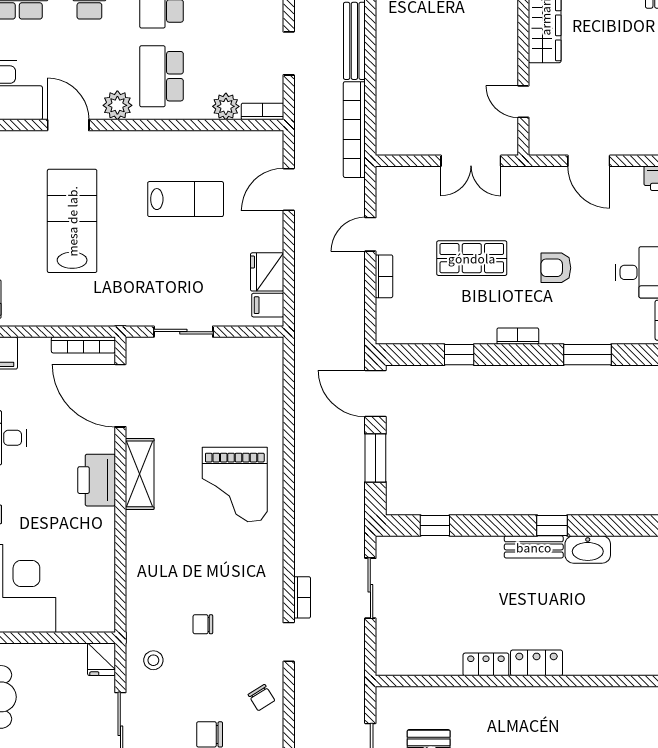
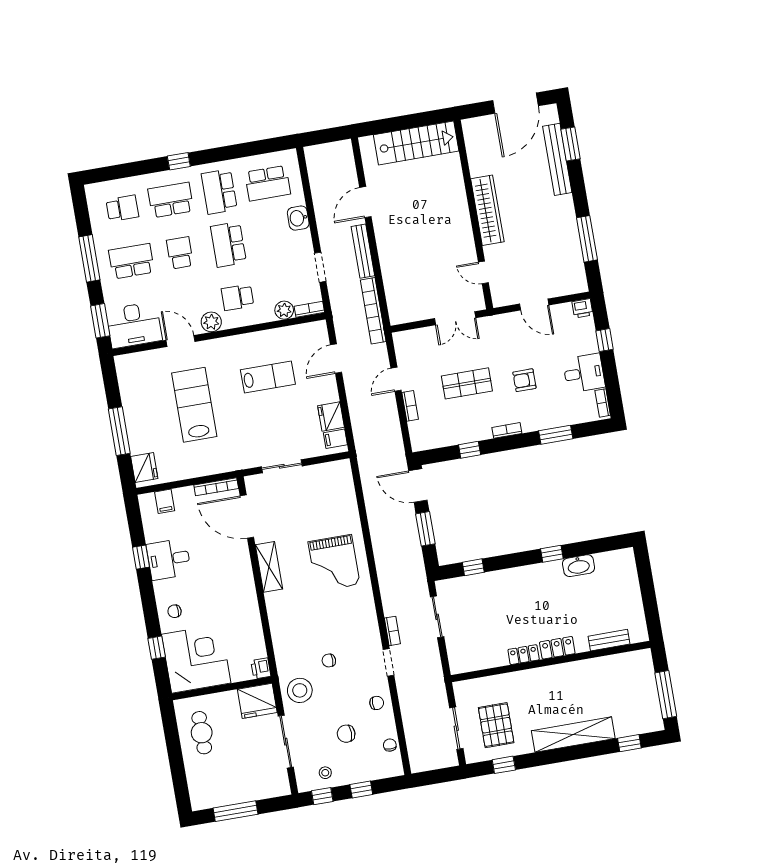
school desk: (162, 76) -> (237, 297), width x0.54
printer: (97, 480) -> (261, 668), moved, width x0.53, depth x0.68
bench: (534, 547) -> (609, 640), moved
fridge: (101, 659) -> (257, 701), width x1.88, depth x1.34
stool: (153, 660) -> (300, 690), width x1.89, depth x1.89
chair: (261, 698) -> (377, 703), turned -58

